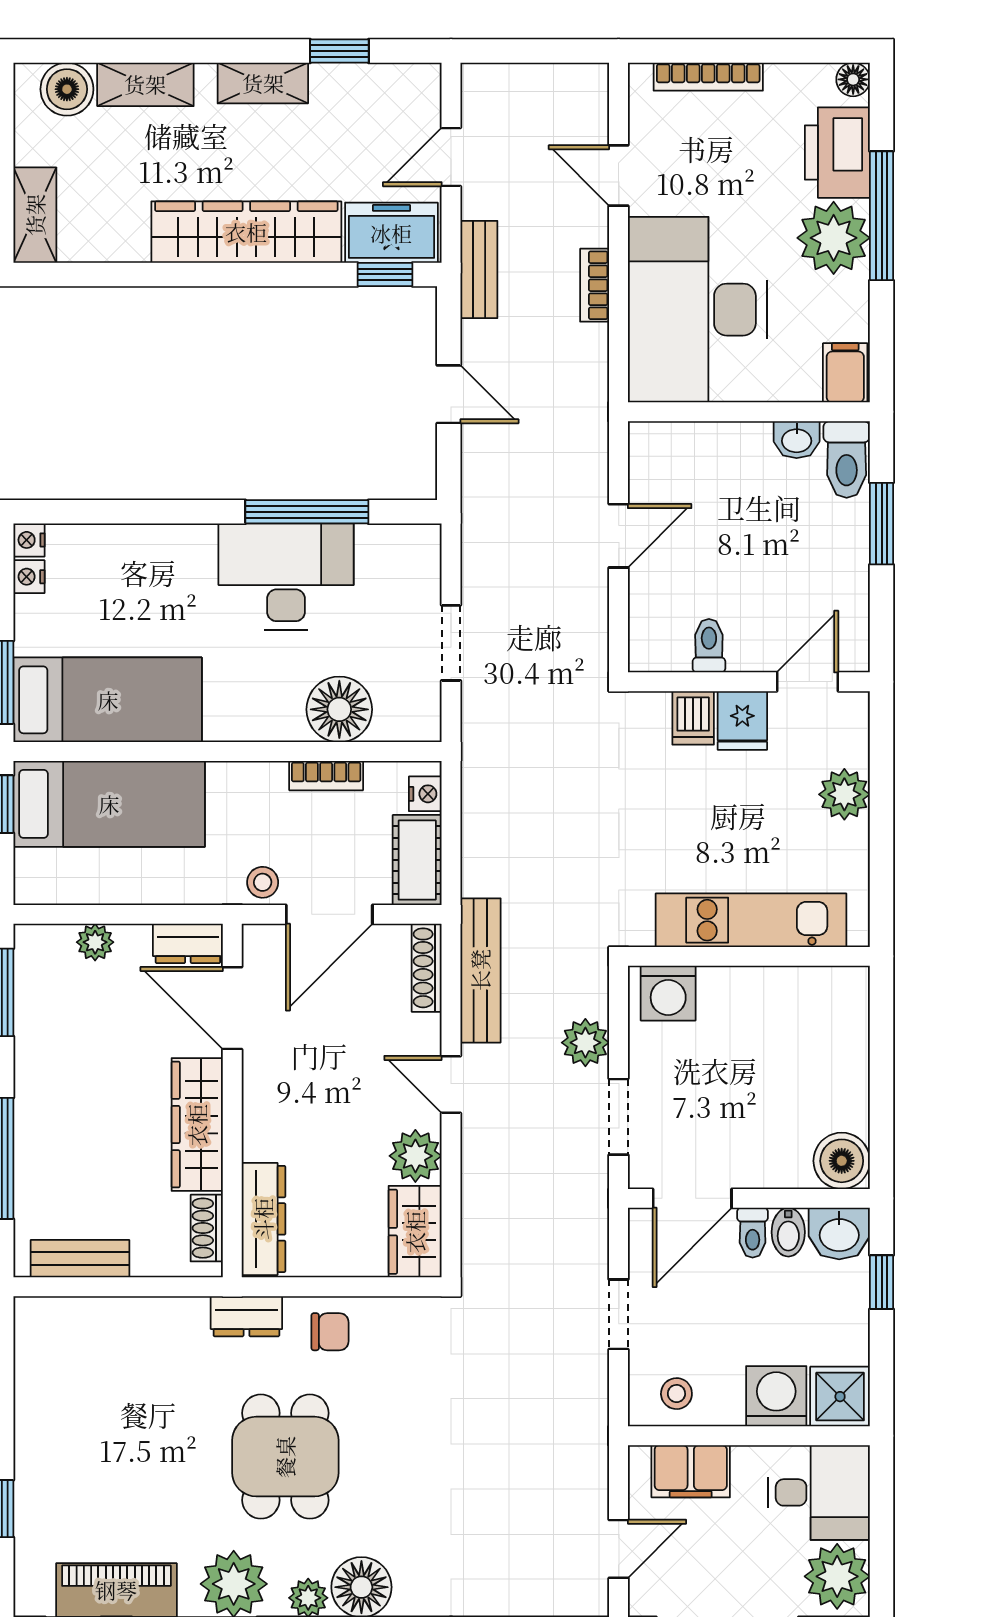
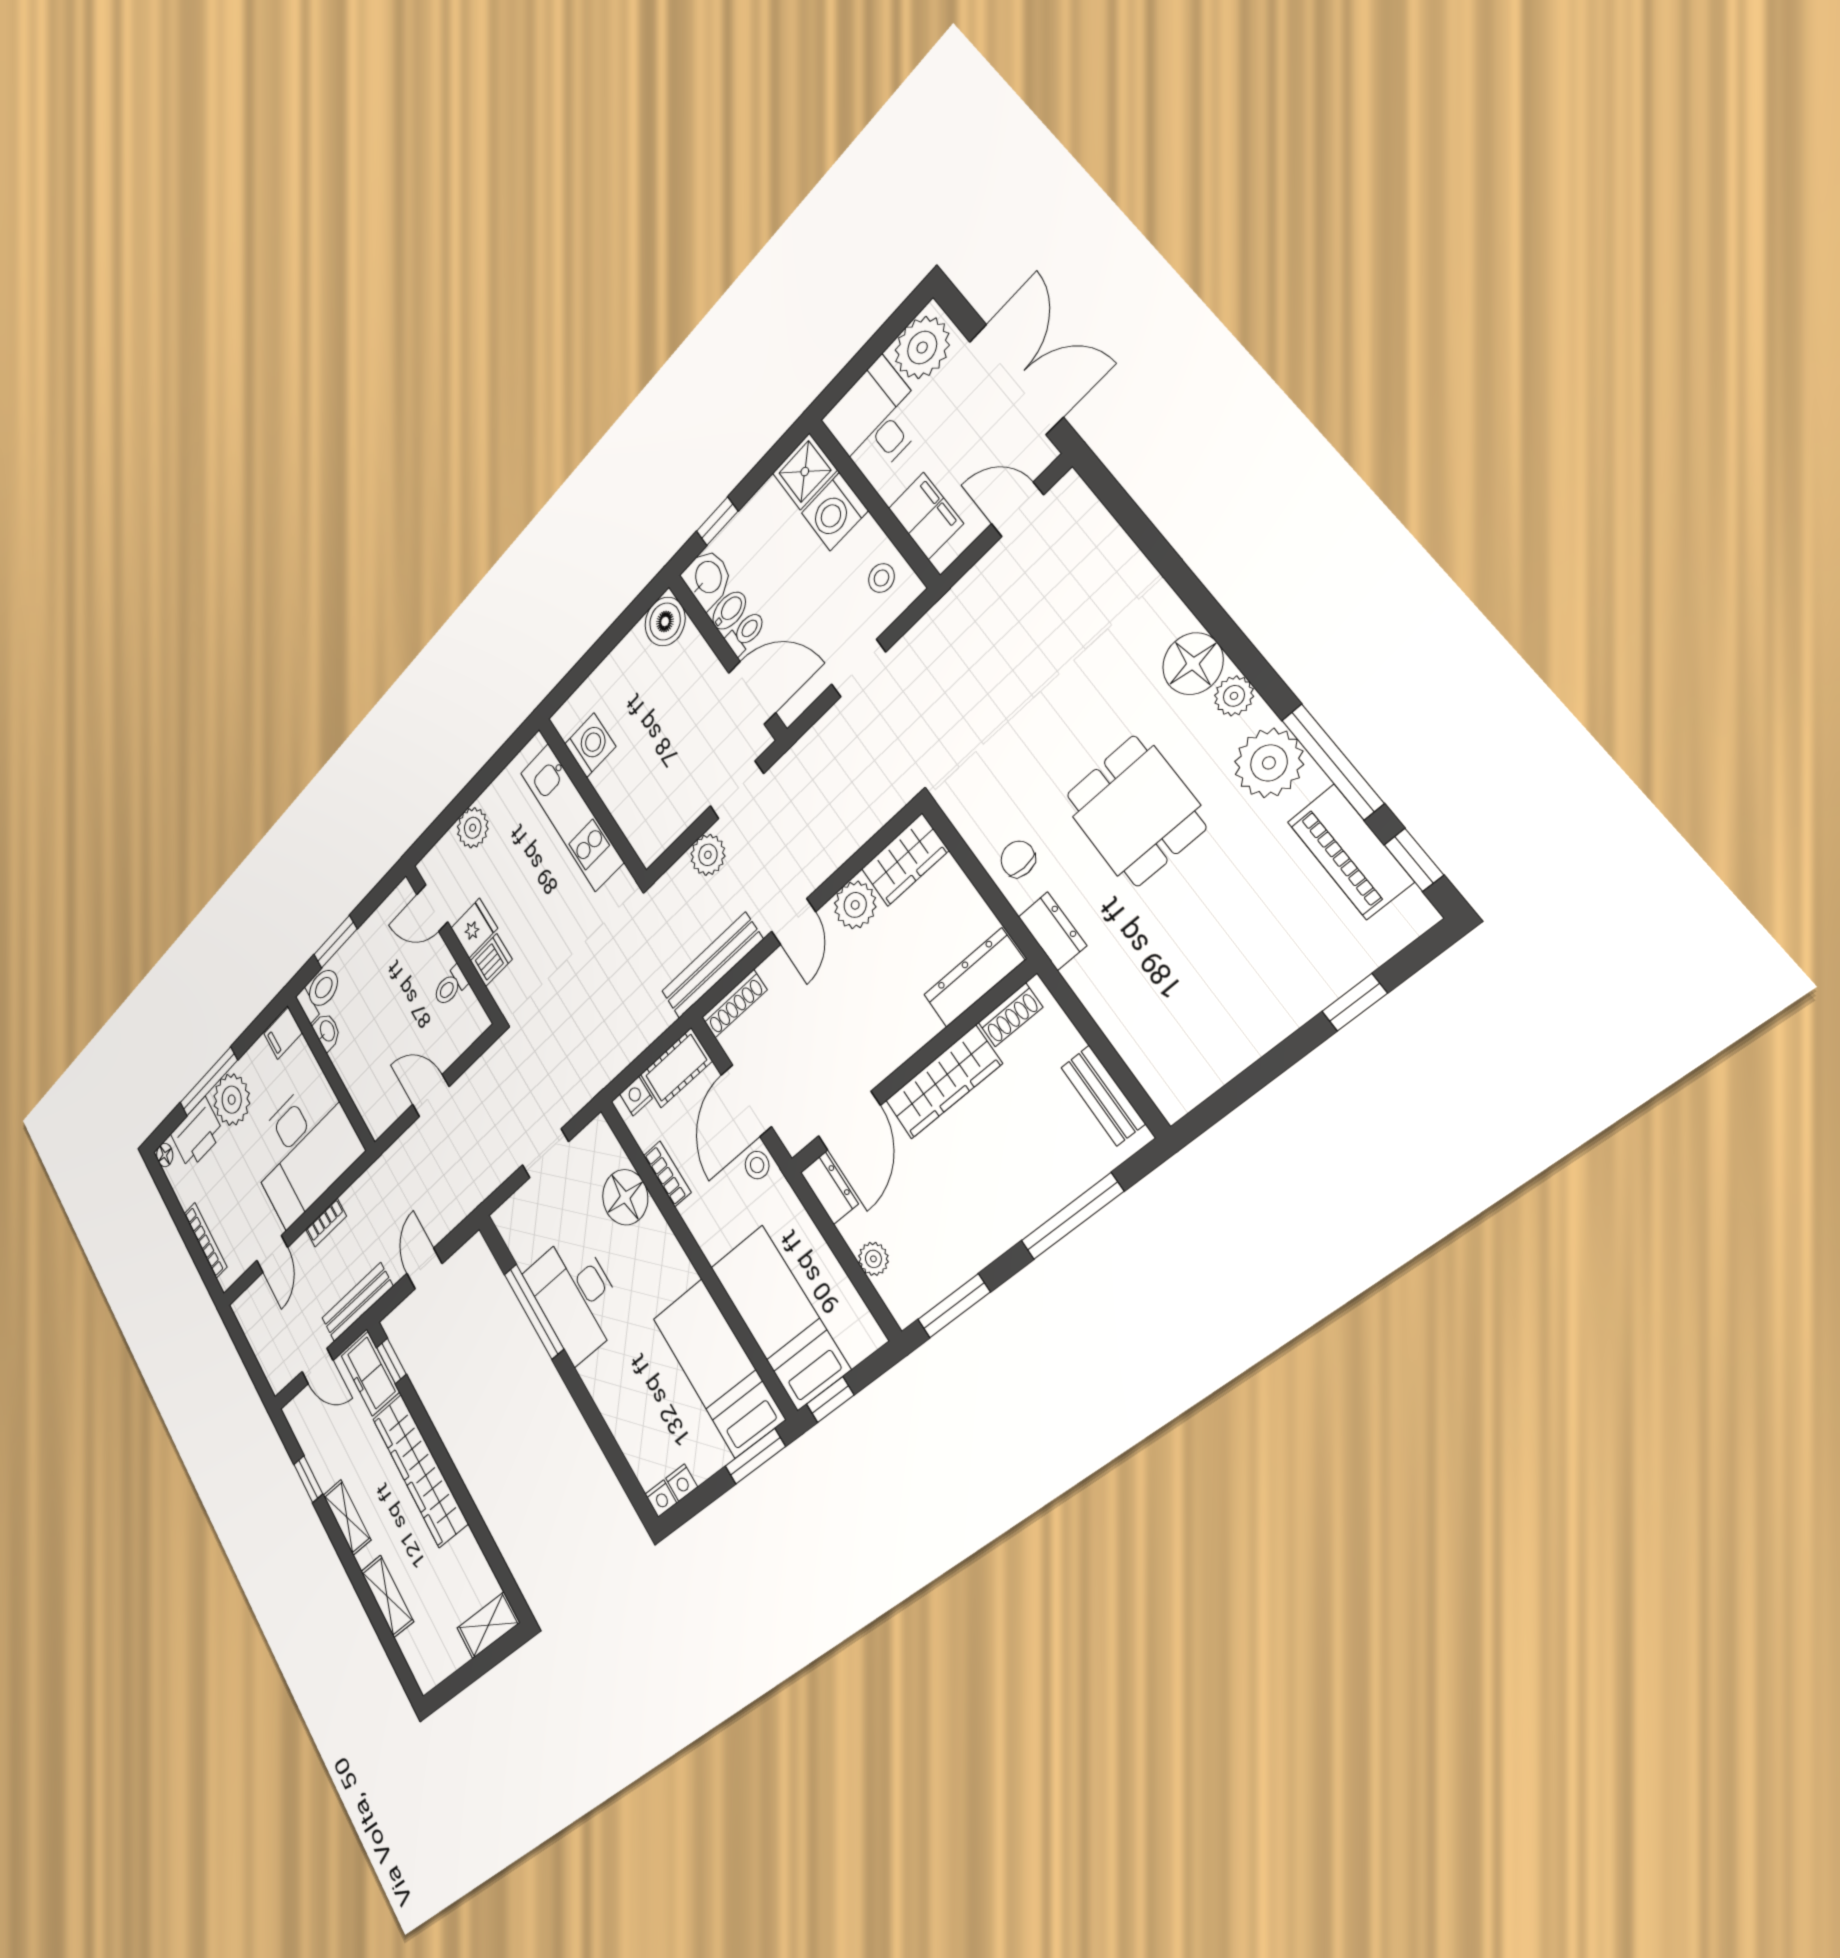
boiler: (67, 89) -> (417, 1649), removed
bench: (479, 269) -> (357, 1302), width x1.36
door: (329, 914) -> (746, 1101), swing flipped
washing machine: (668, 993) -> (590, 745), moved
dining table: (285, 1457) -> (1136, 811), turned 90

